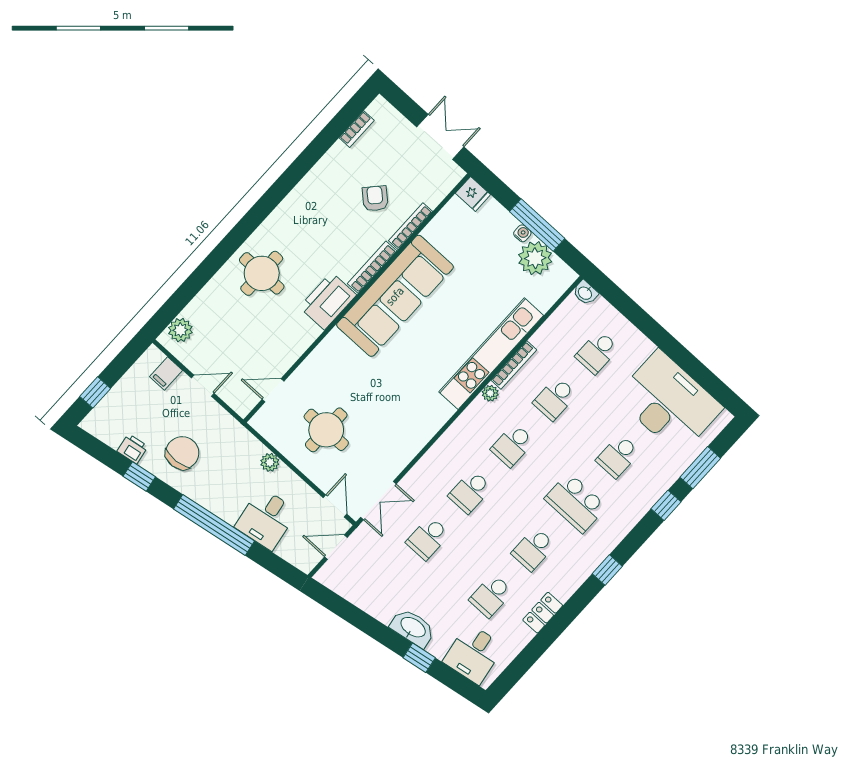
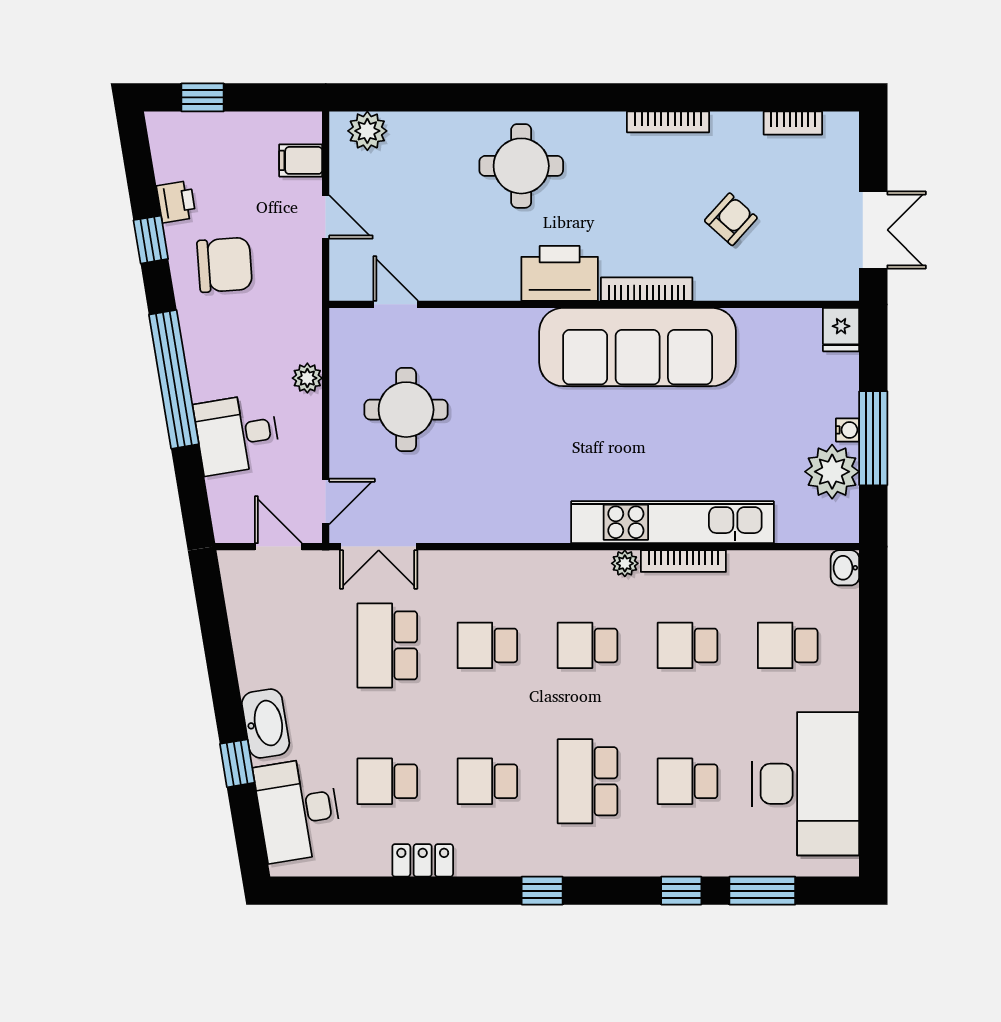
bookcase: (410, 226) -> (668, 122), moved, turned 180
school desk: (428, 538) -> (387, 645), width x1.85
desk: (473, 654) -> (298, 810), width x1.37

